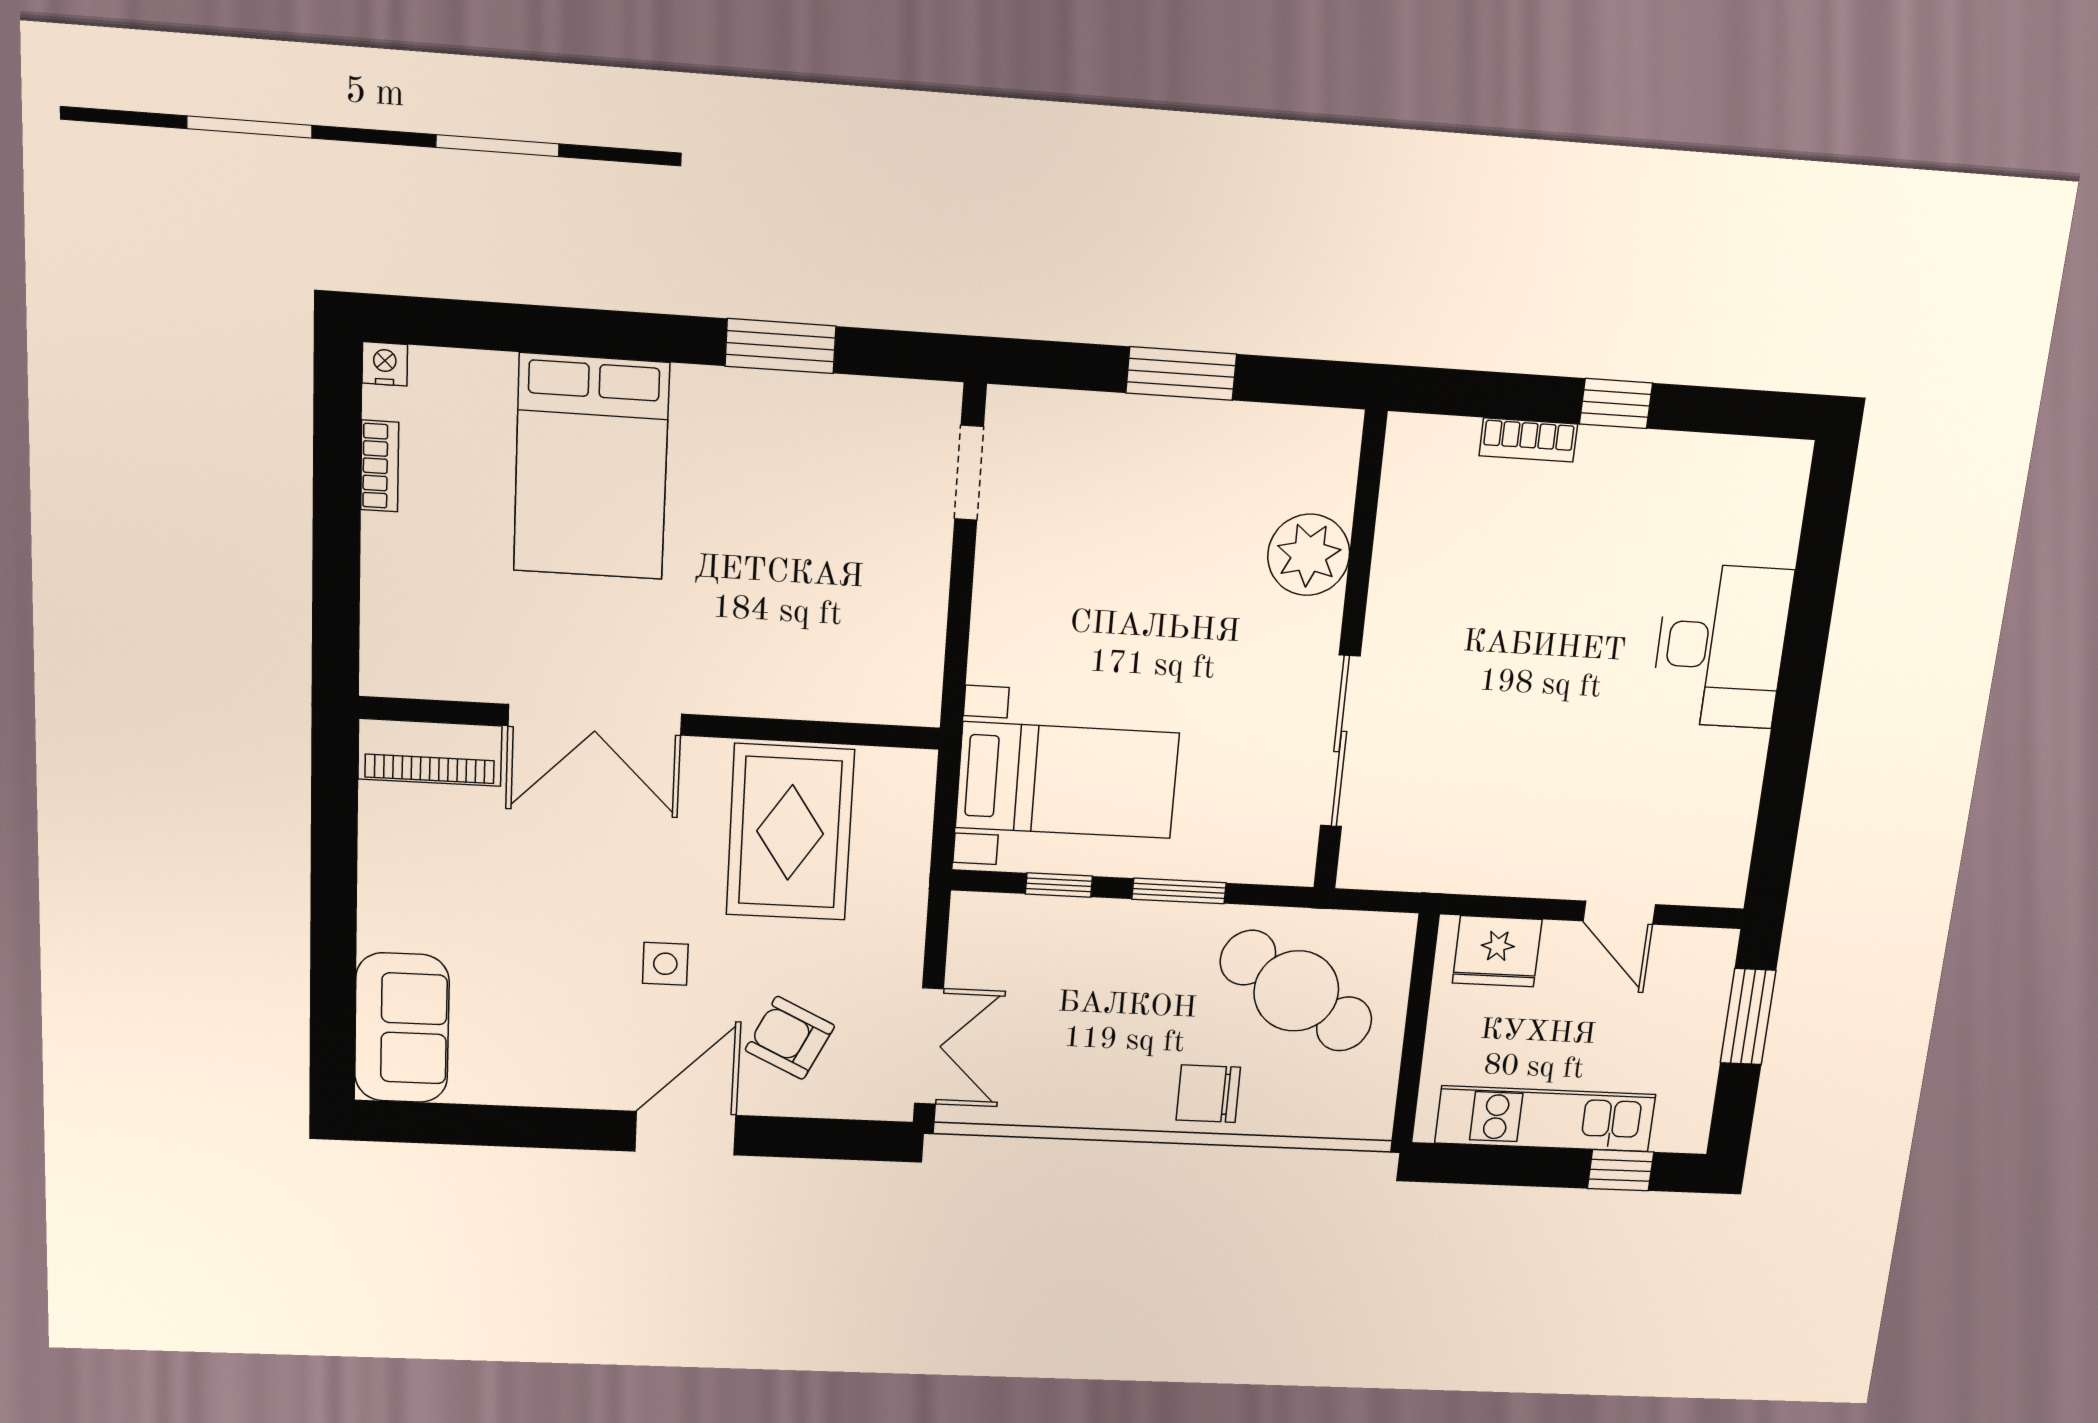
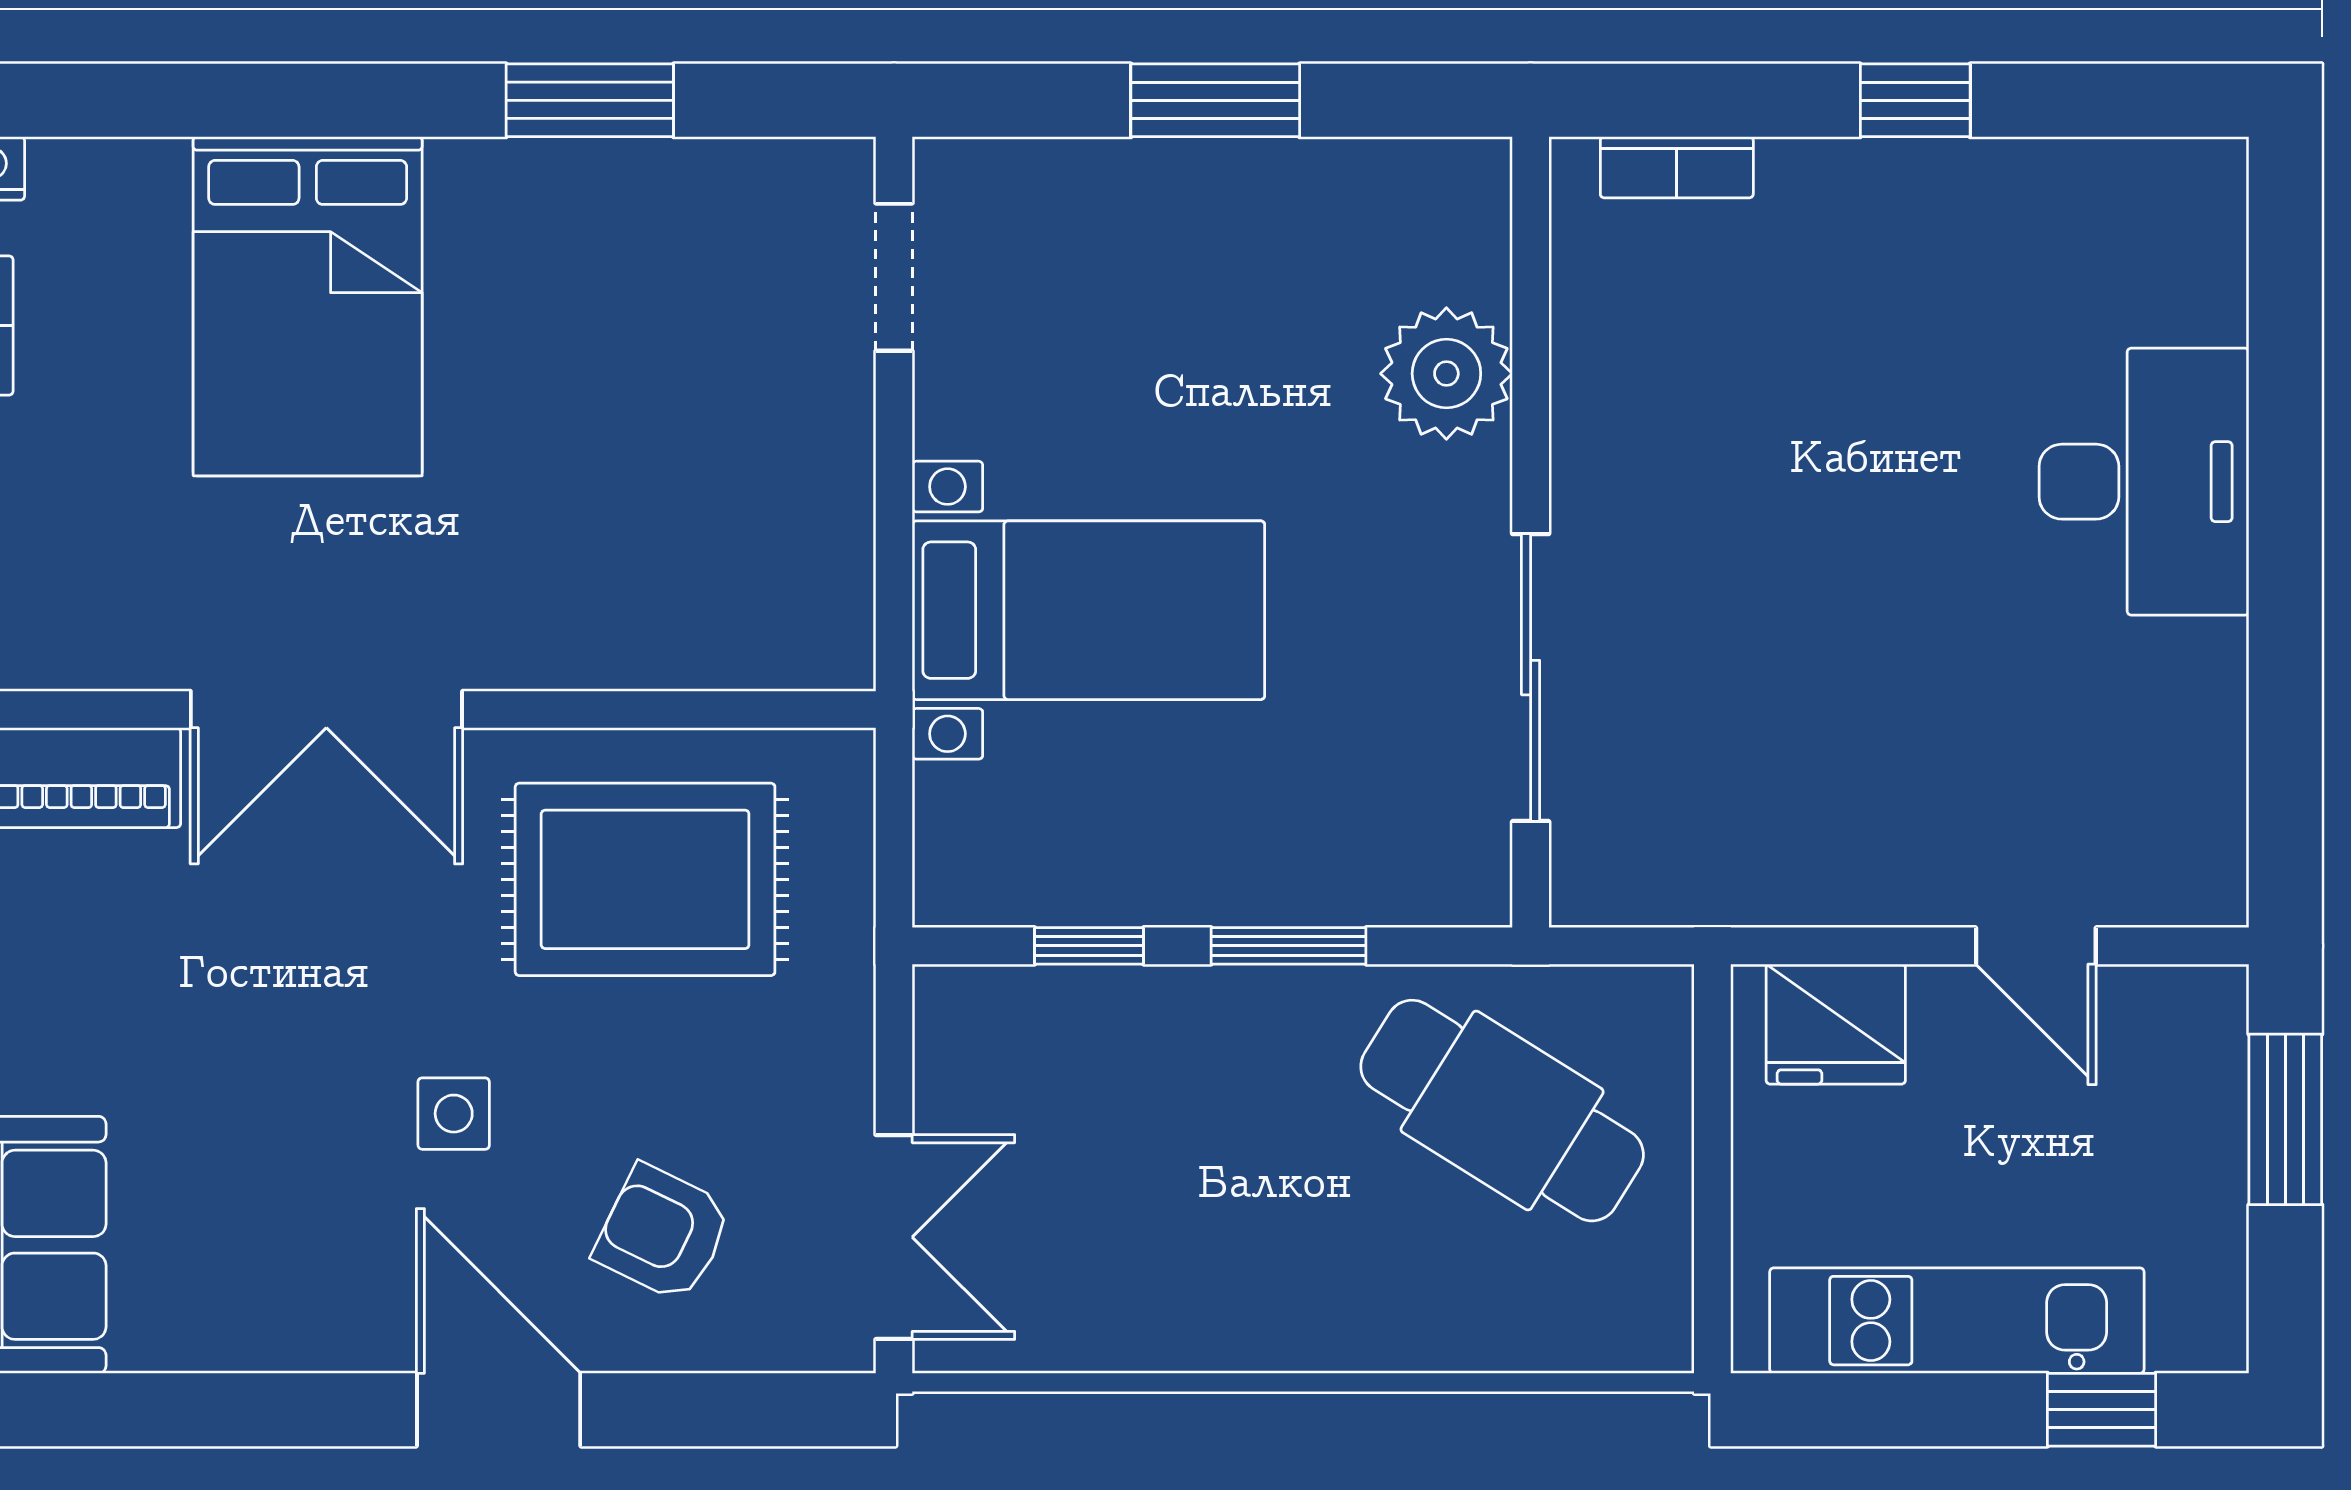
bookcase: (1528, 440) -> (1677, 167), moved
bed with nightstands: (1067, 780) -> (1088, 610), moved
rug: (790, 832) -> (645, 879), turned 90
chair: (1208, 1094) -> (1371, 1301), removed
door: (685, 1133) -> (499, 1410), hinge flipped

